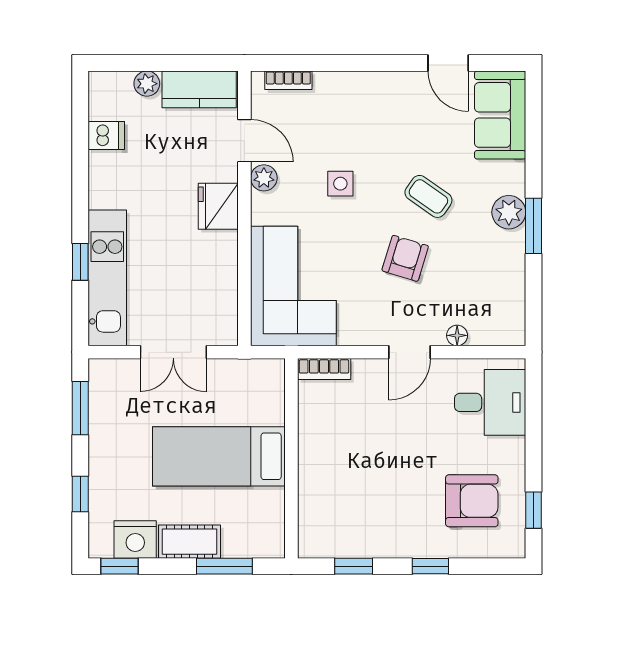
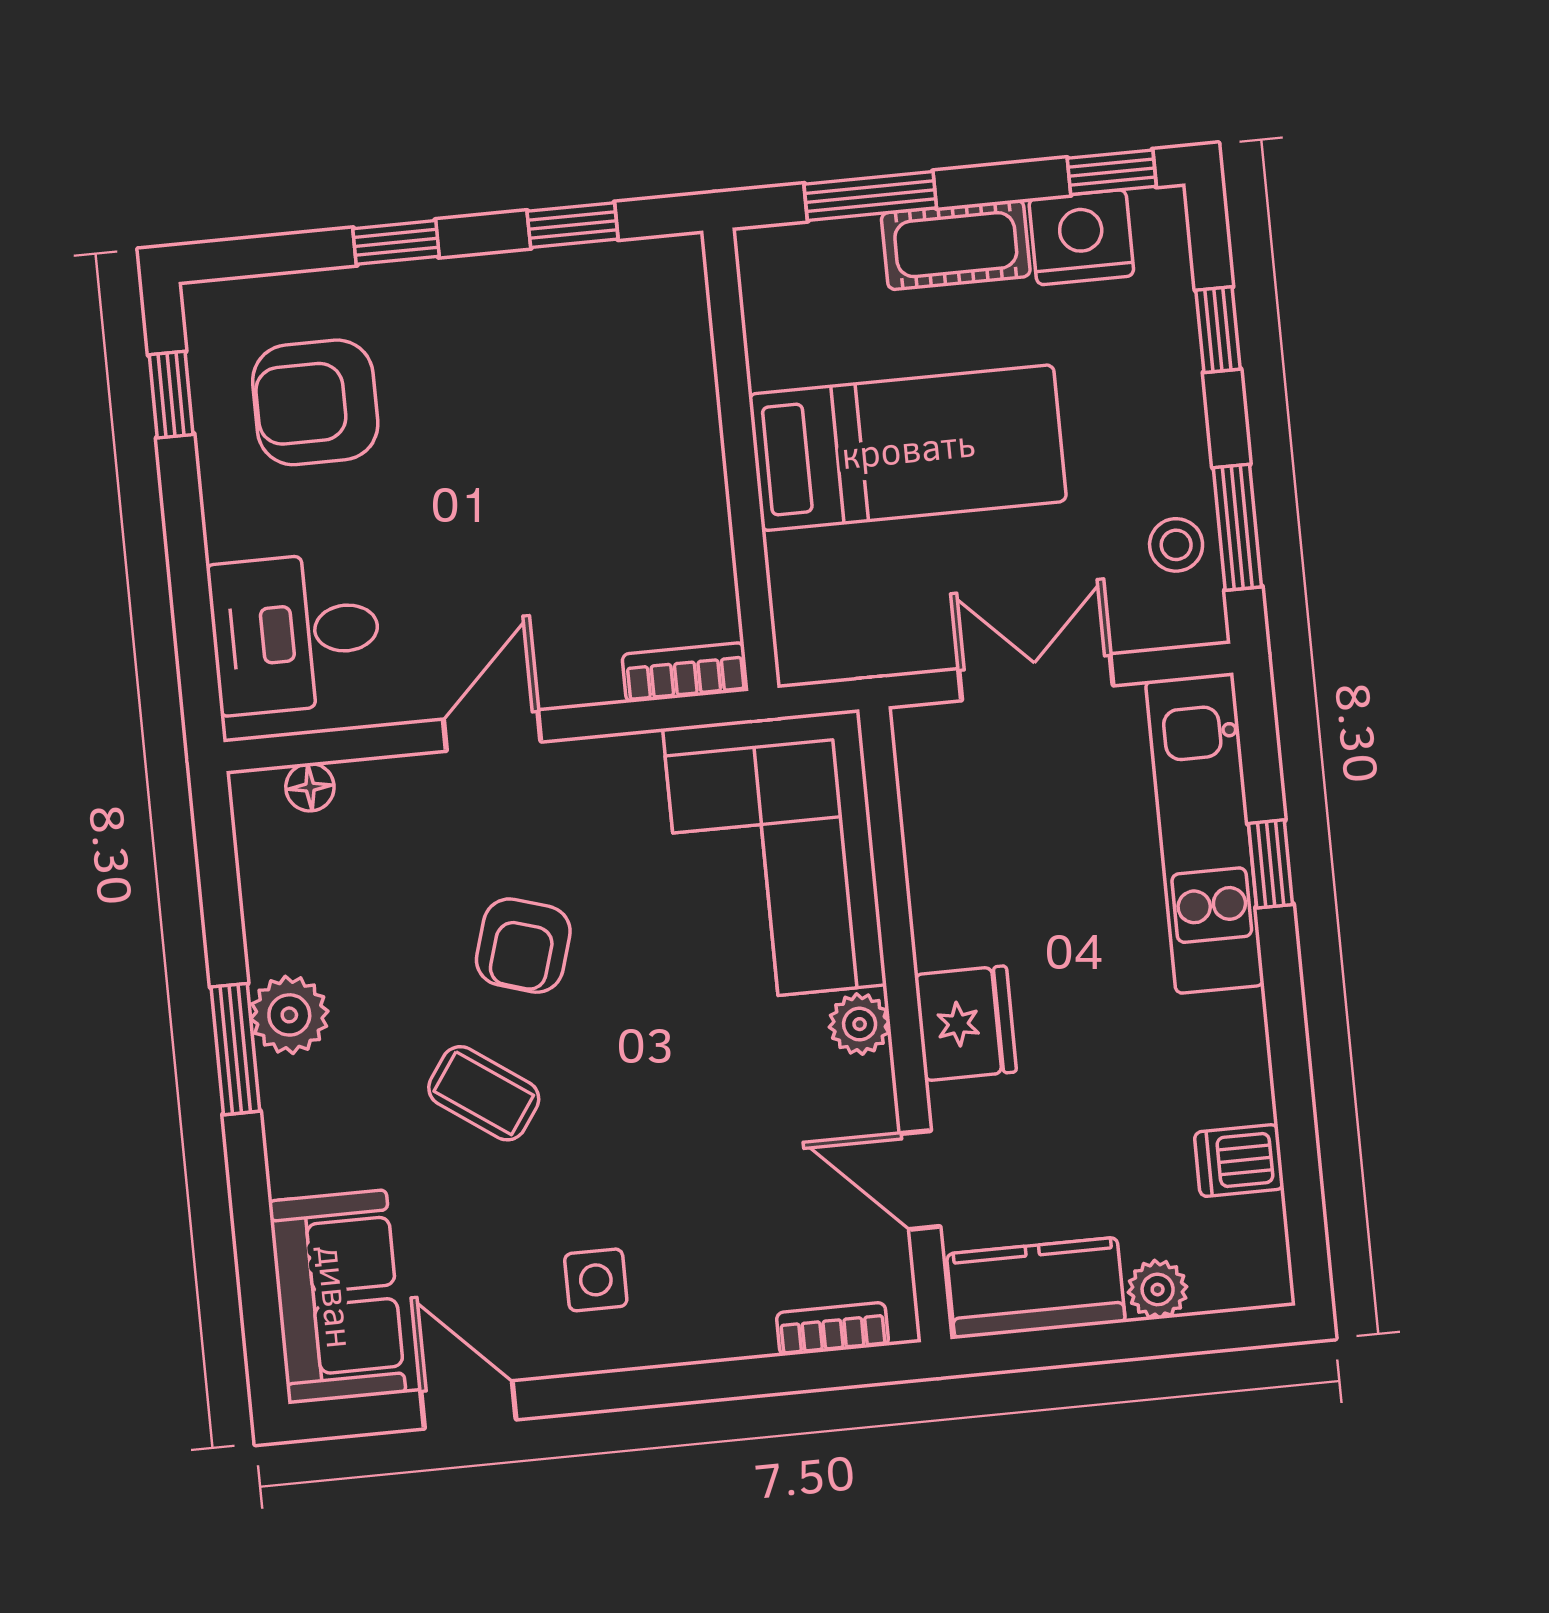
plant: (264, 178) -> (860, 1024), moved
side table: (340, 184) -> (596, 1280), moved
plant: (509, 212) -> (289, 1015), moved
floor lamp: (457, 335) -> (310, 787), moved
stool: (107, 403) -> (1176, 545), added

